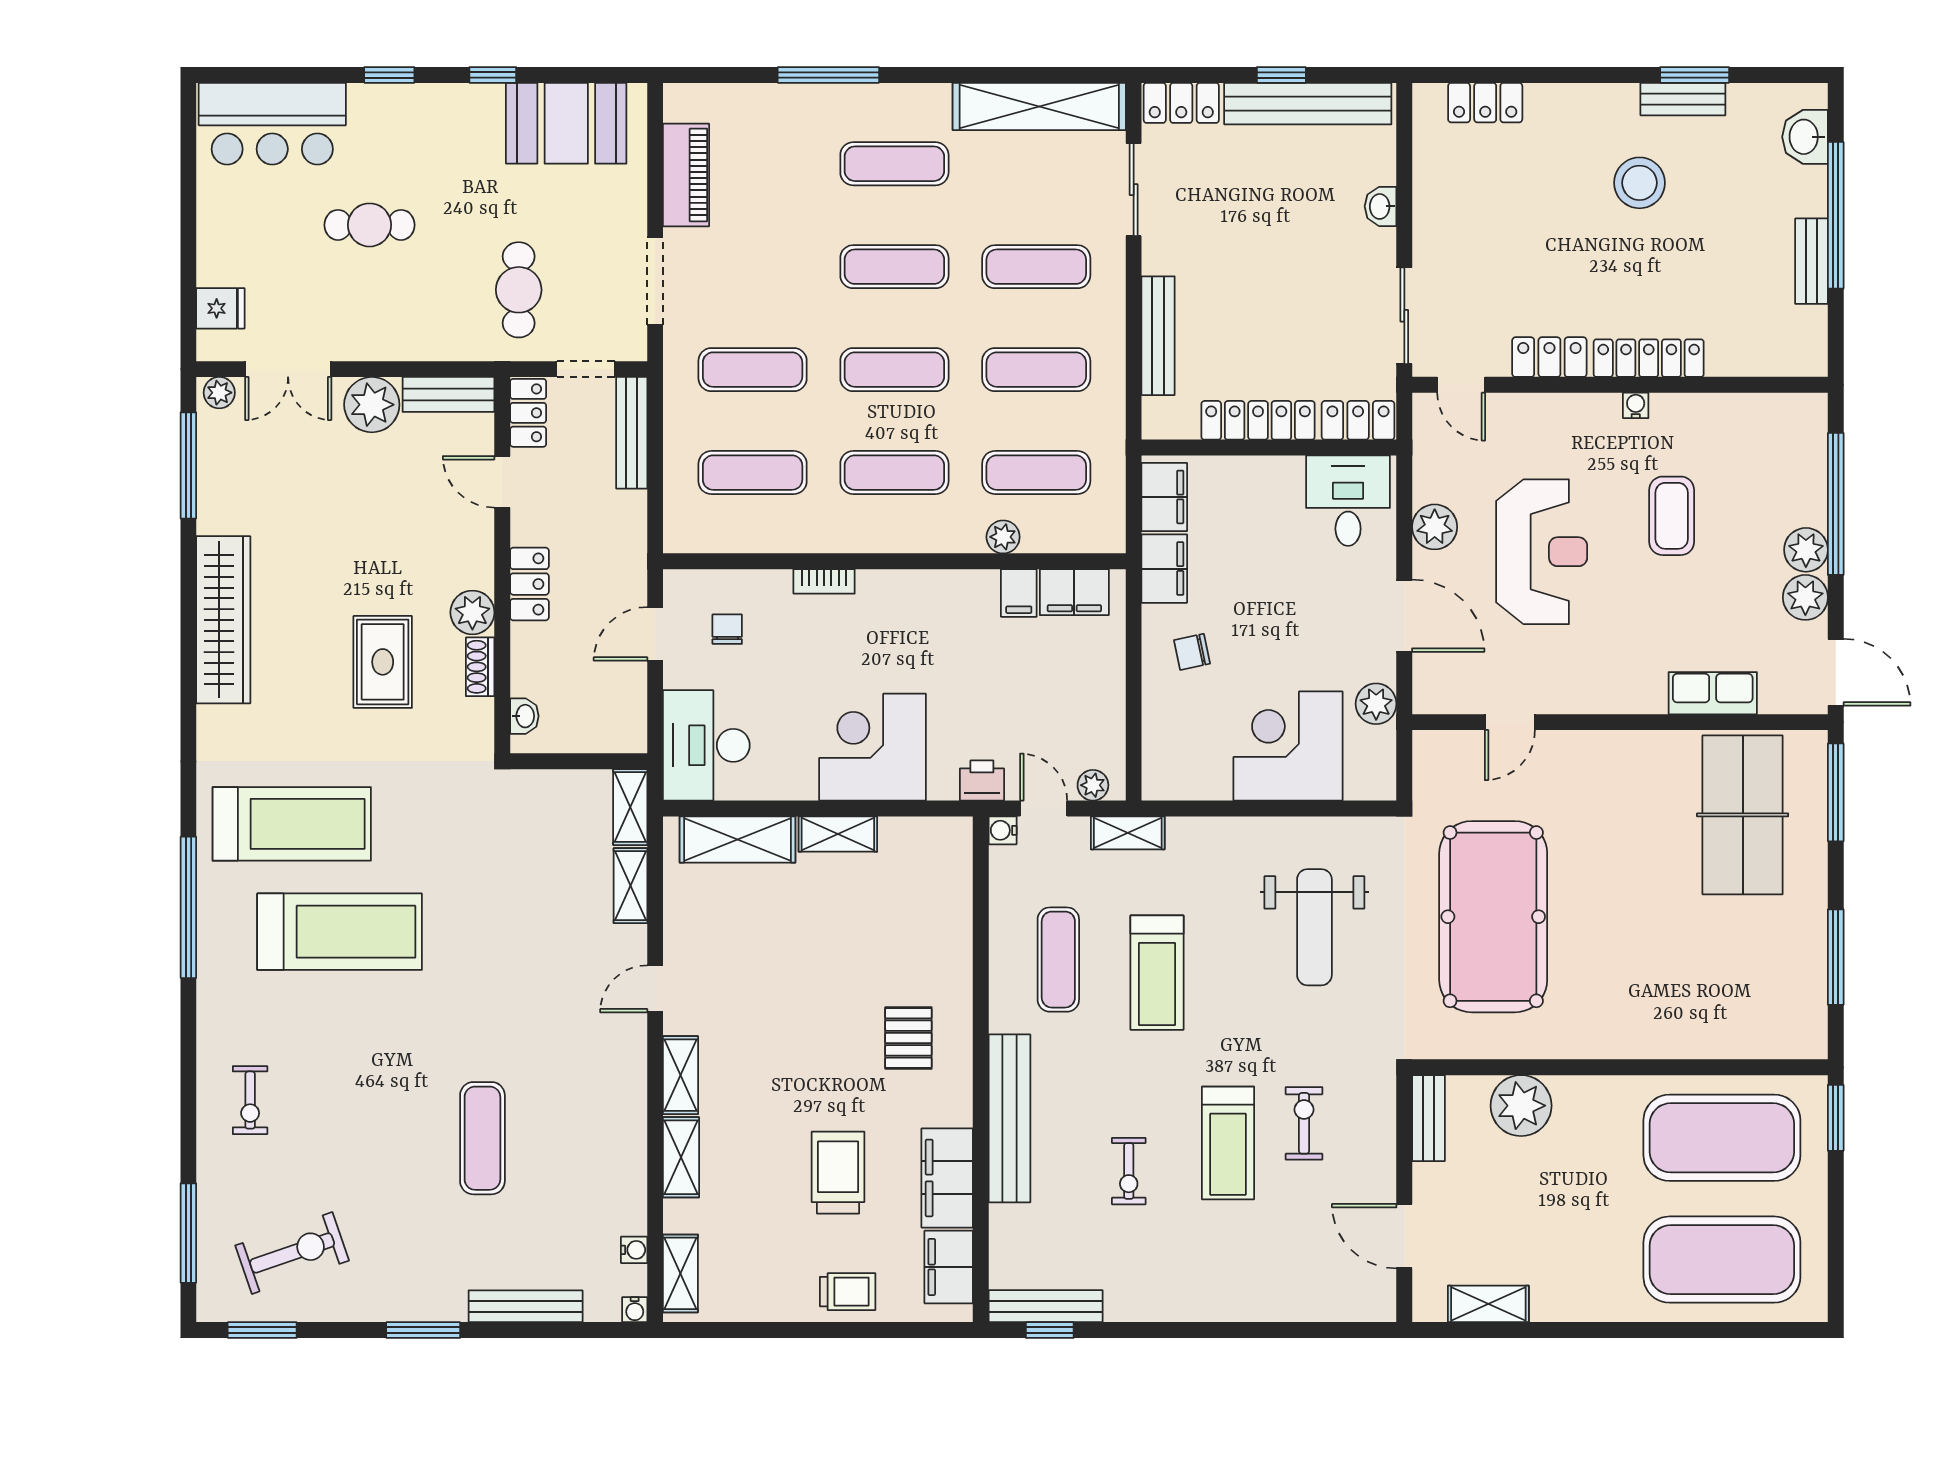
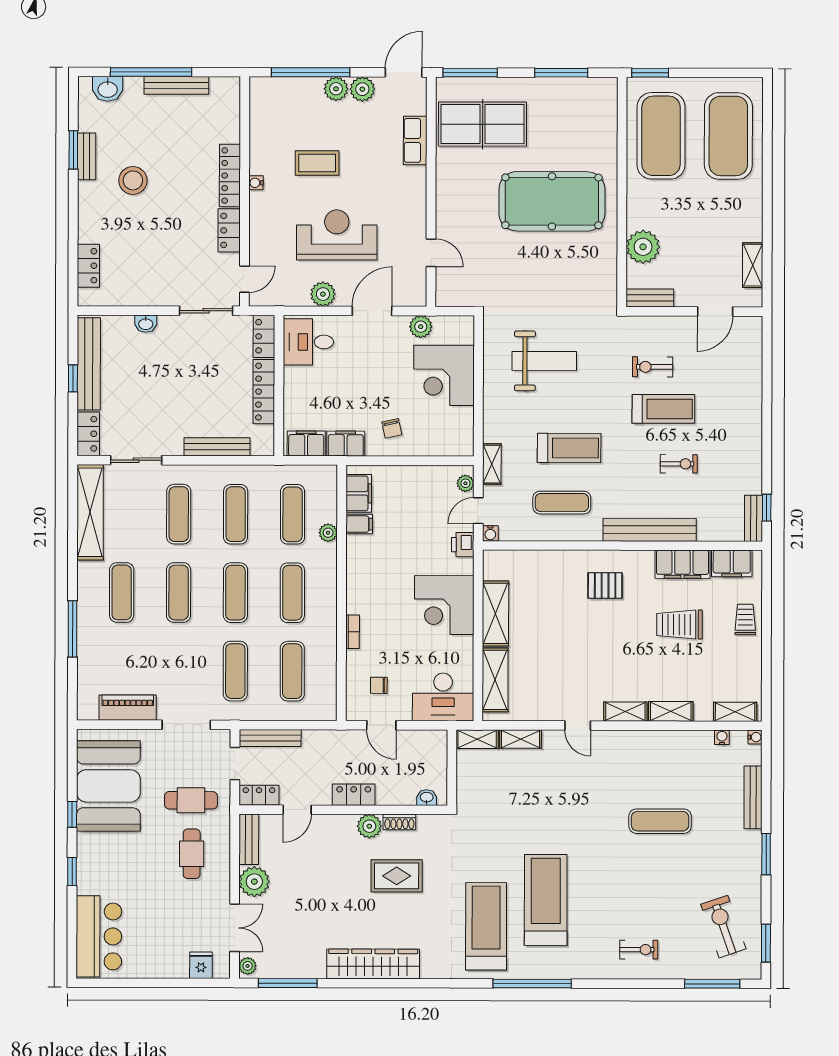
booth: (566, 123) -> (108, 786), width x1.36, depth x1.42
cafe table: (370, 225) -> (192, 854), moved
bench: (1812, 261) -> (176, 85), width x1.36
shelving: (838, 834) -> (495, 613), width x1.50, depth x1.33
pool table: (1493, 917) -> (552, 201), moved
bench: (1046, 1306) -> (753, 518), width x0.73

